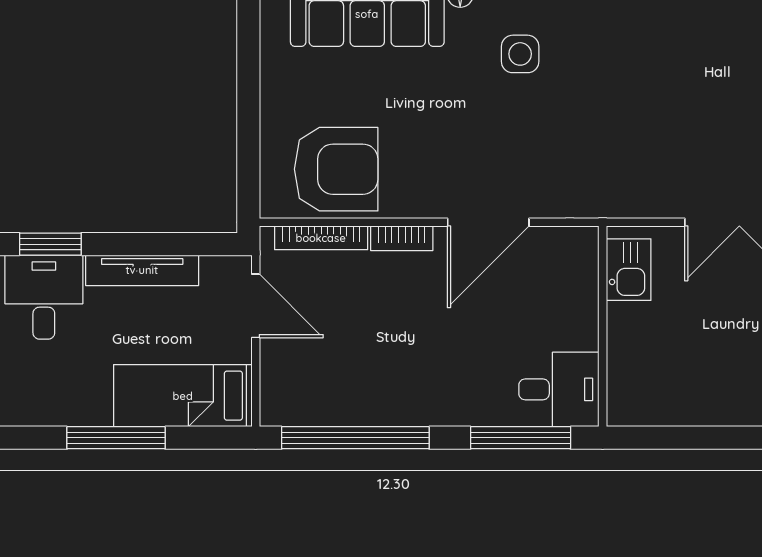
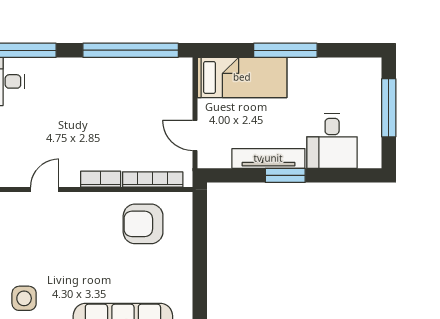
armchair: (336, 169) -> (143, 224), width x0.73, depth x0.73
door: (488, 222) -> (45, 190), width x0.53
window: (50, 244) -> (285, 175), moved
door: (256, 306) -> (195, 135), width x0.73

